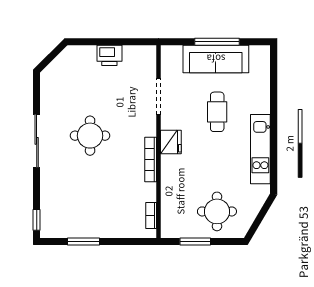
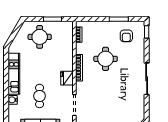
water cooler: (263, 105) -> (13, 100), added
round table: (90, 136) -> (106, 59), moved
armchair: (71, 213) -> (126, 36), added

